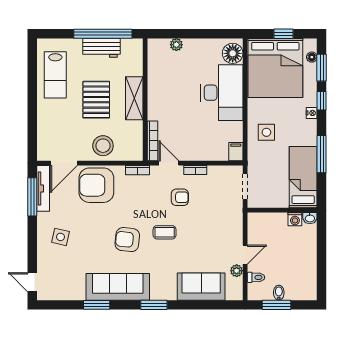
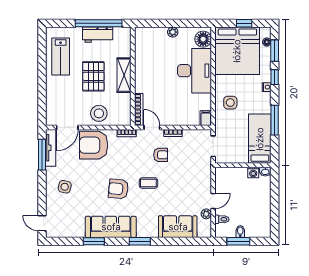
plant: (176, 45) -> (173, 32), moved

